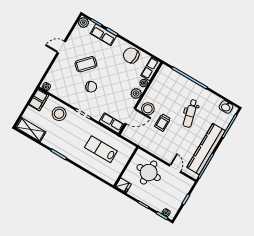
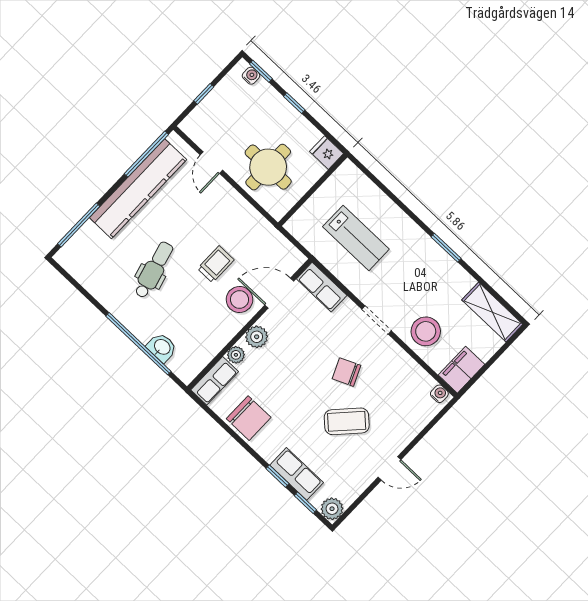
washbasin: (226, 107) -> (162, 347), moved

